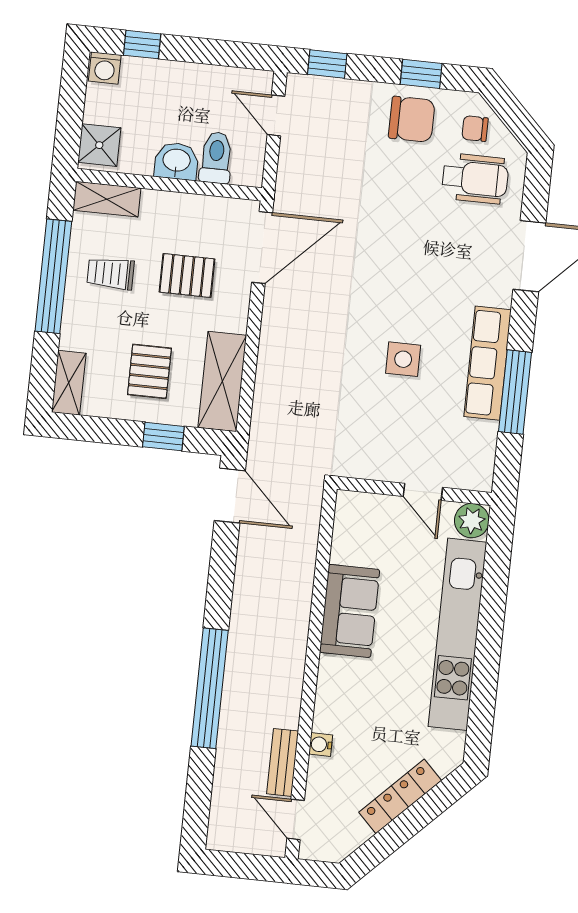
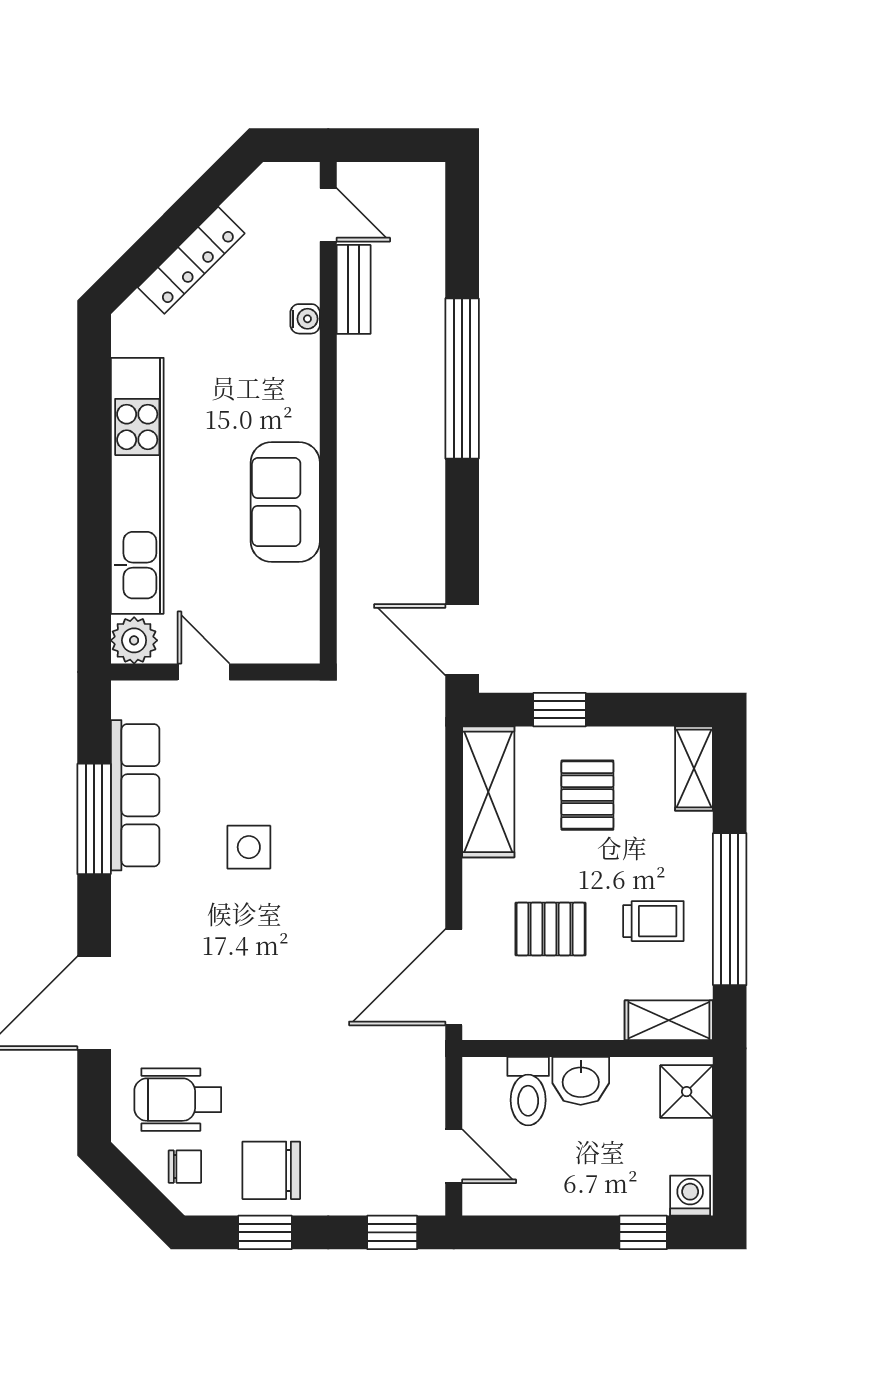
row of seats: (488, 363) -> (135, 795), moved

